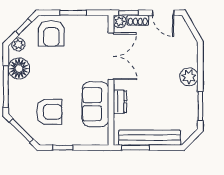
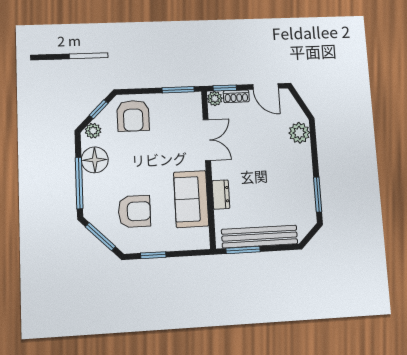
window: (73, 13) -> (178, 90), moved
double door: (111, 56) -> (207, 140), width x0.73
plant: (189, 77) -> (299, 133), moved

